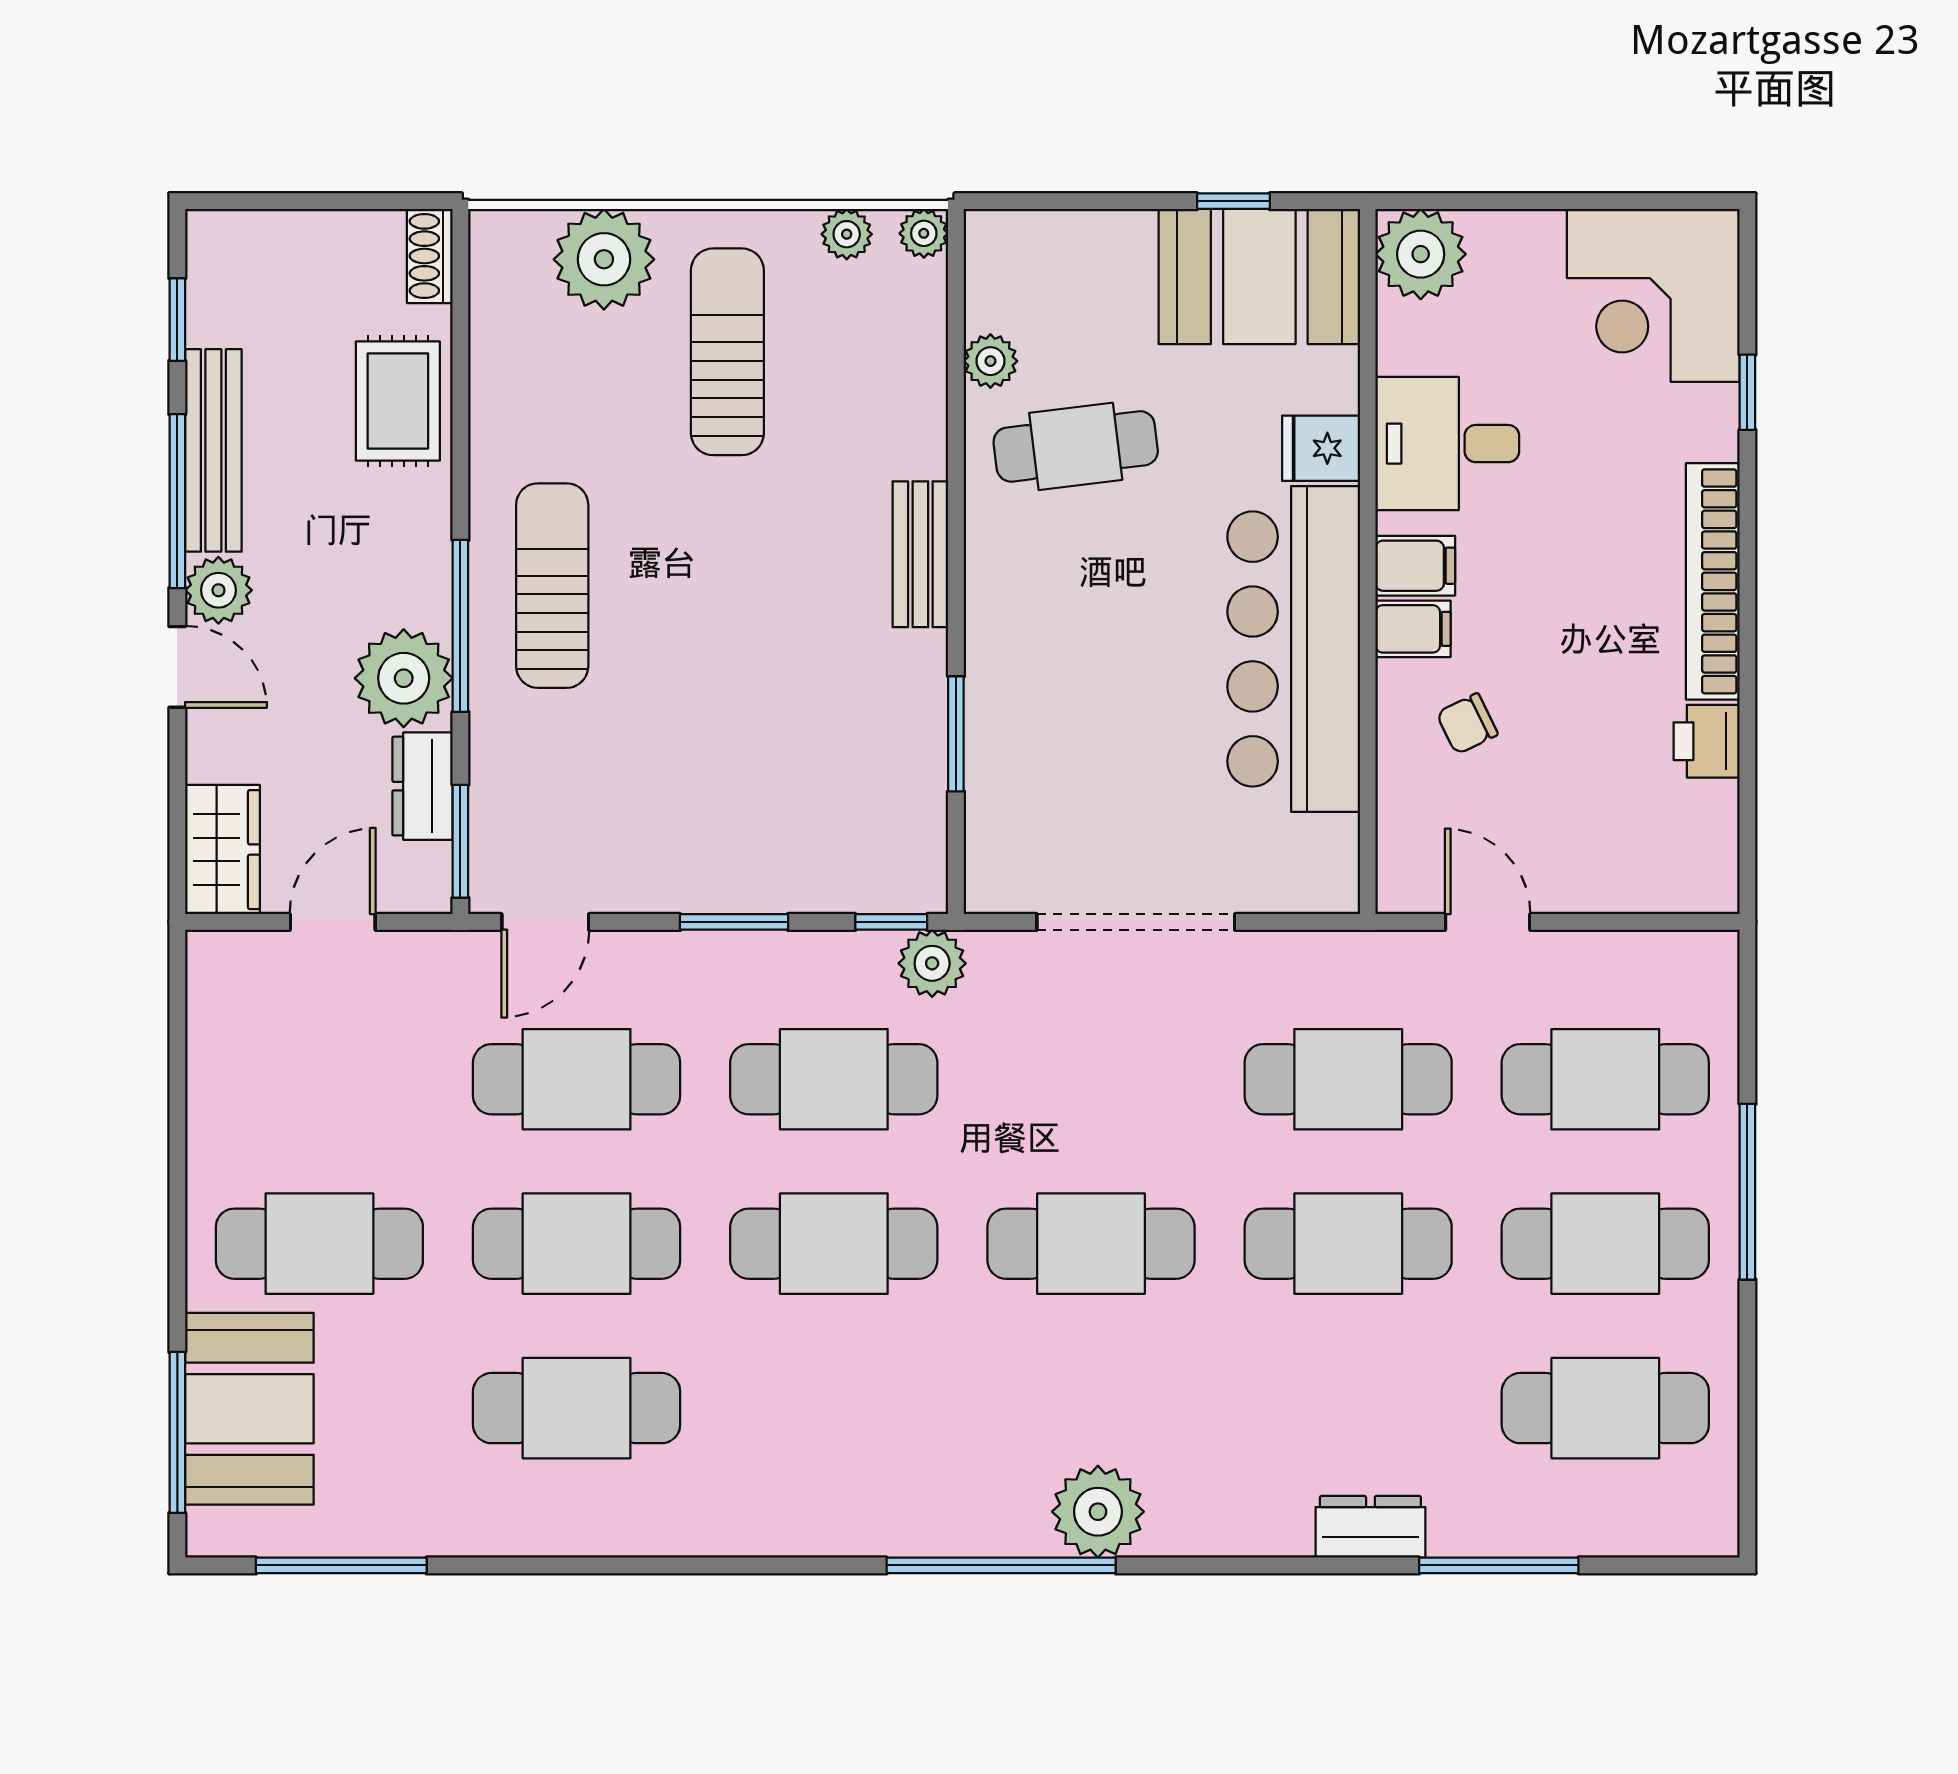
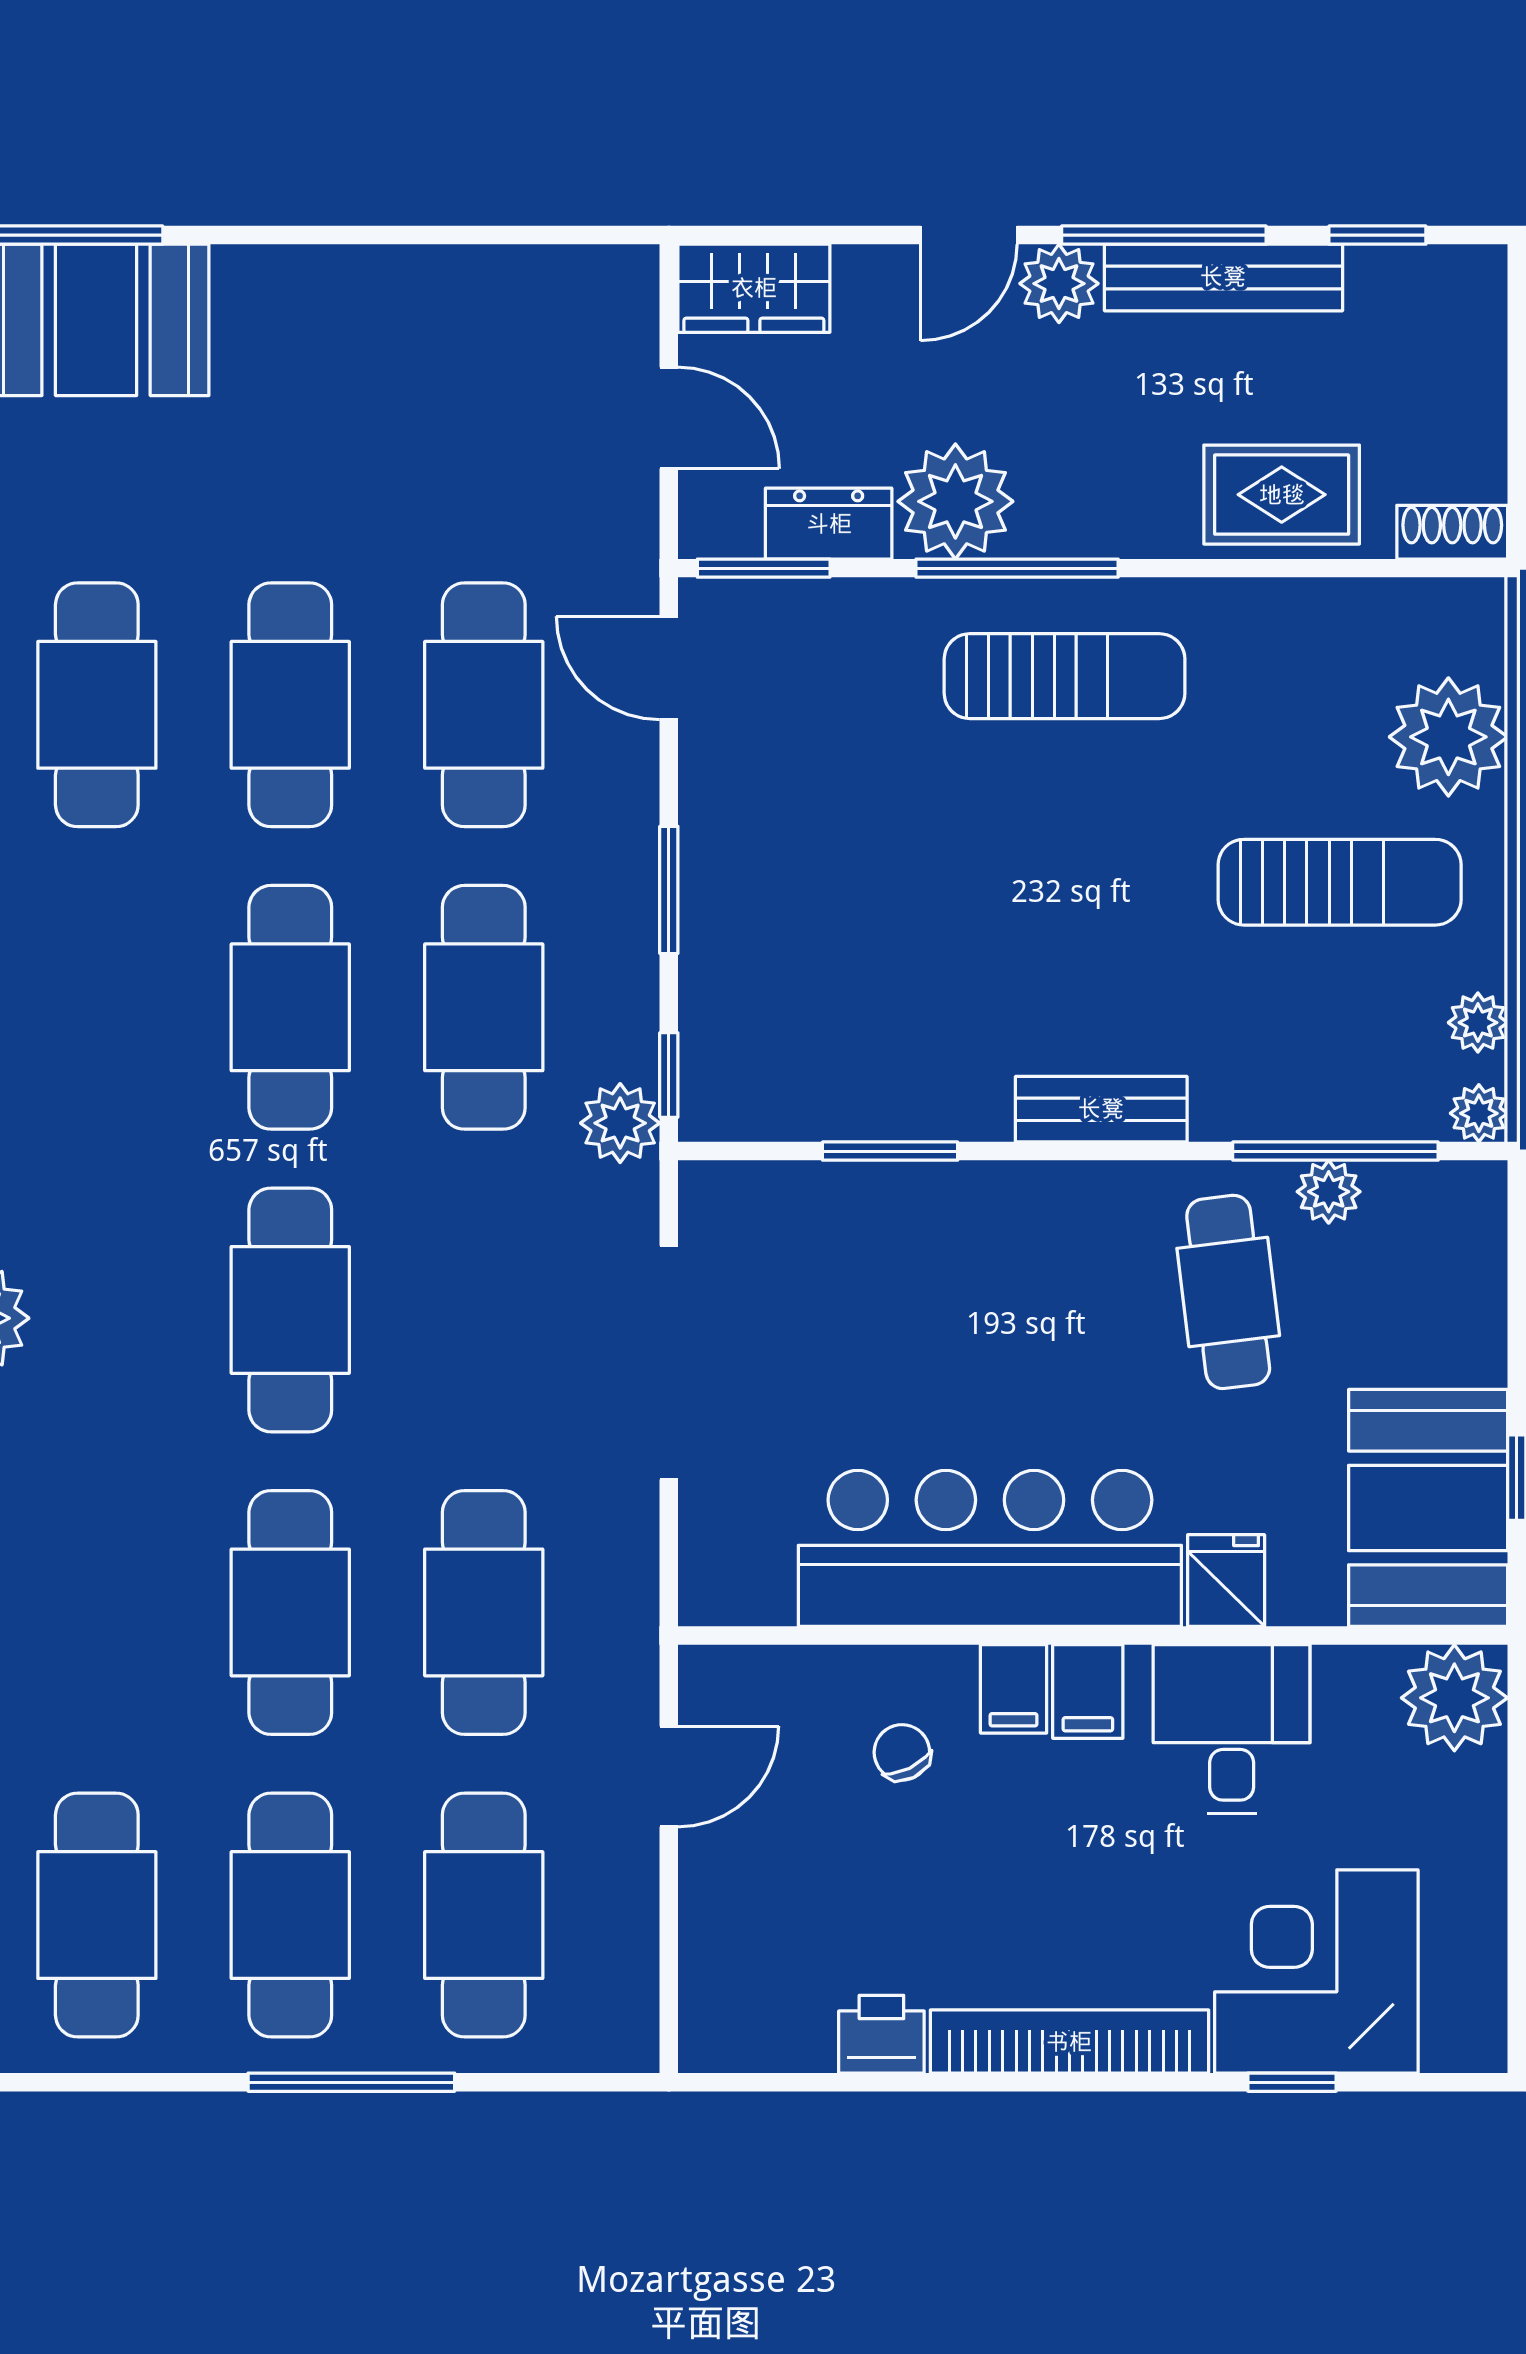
corner desk: (1653, 295) -> (1316, 1971), moved
window: (956, 355) -> (1335, 1151), added
cafe table: (319, 1244) -> (290, 402), removed

